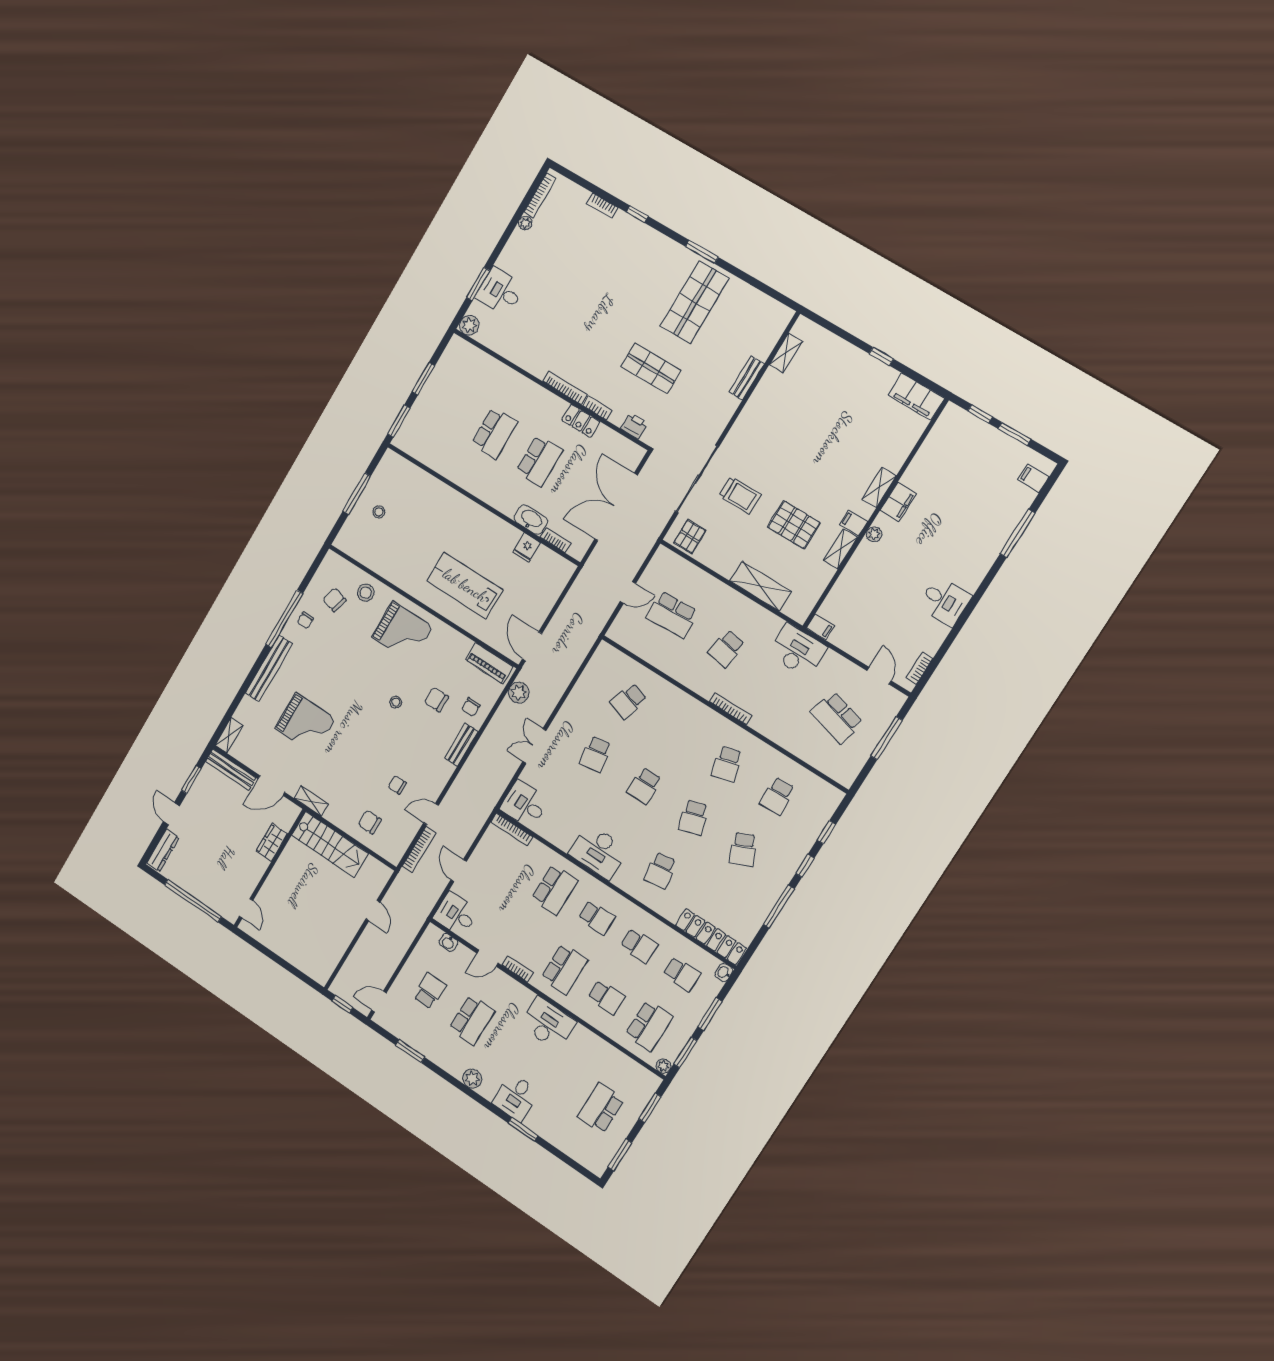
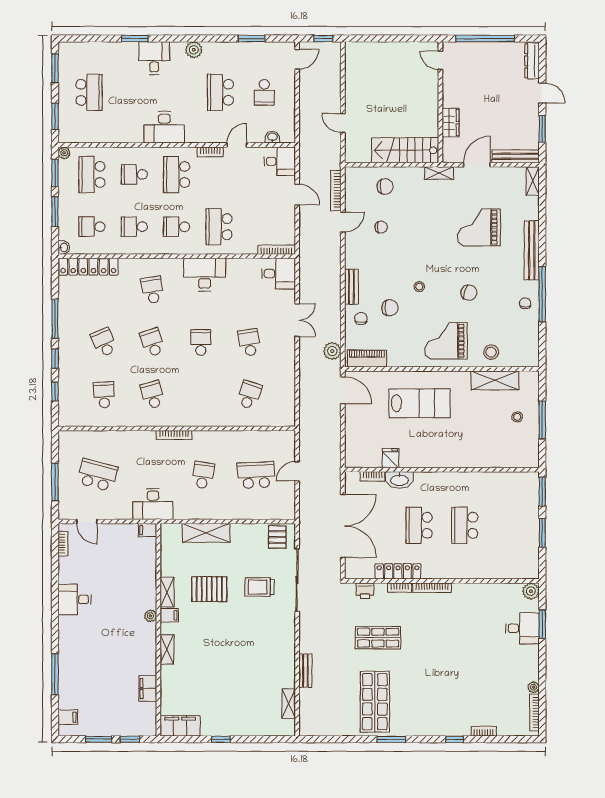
locker: (581, 421) -> (398, 571), width x1.53
filing cabinet: (898, 502) -> (148, 689), moved
shelving: (379, 562) -> (495, 380), added
chair: (334, 600) -> (469, 293), moved

